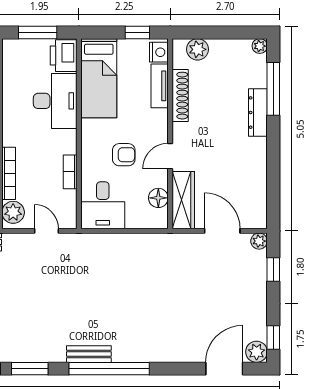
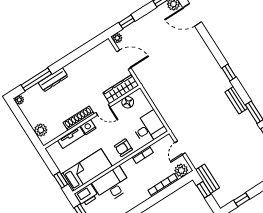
window: (137, 32) -> (61, 180), moved
nightstand: (159, 52) -> (88, 127), moved
shoe rack: (180, 96) -> (79, 118), moved
armchair: (124, 155) -> (123, 148), moved, turned -90
door: (222, 231) -> (124, 60), swing flipped
bench: (89, 354) -> (236, 100), moved
window: (109, 369) -> (229, 72), width x0.32

